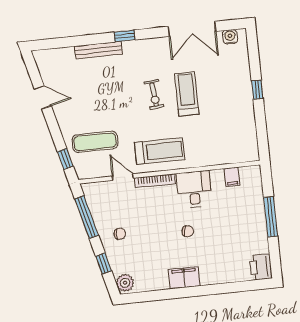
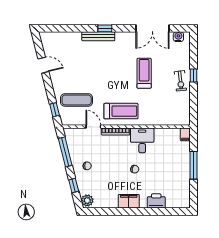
bench: (98, 50) -> (98, 36), moved
exercise bike: (154, 95) -> (180, 81), moved
filing cabinet: (232, 177) -> (185, 134), moved
printer: (261, 267) -> (156, 201), moved, turned 90

